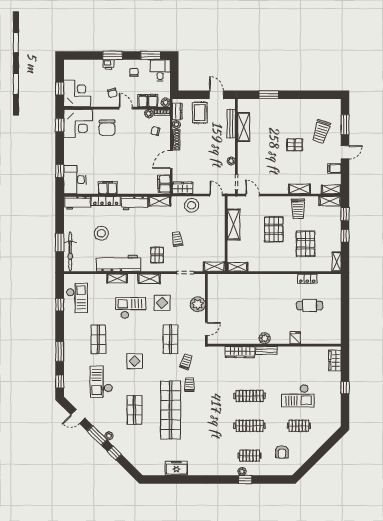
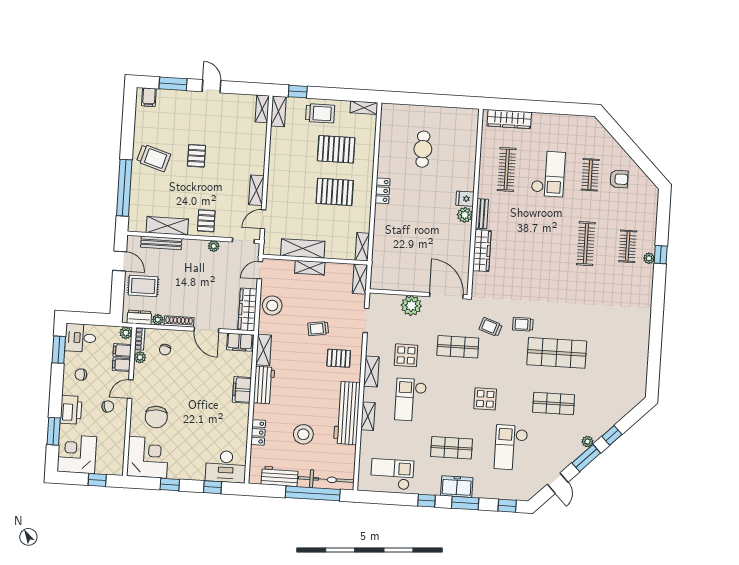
window: (112, 55) -> (54, 431), moved
printer: (108, 64) -> (71, 410), width x1.87, depth x1.48
corner desk: (77, 93) -> (77, 454), moved
door: (216, 95) -> (120, 261), swing flipped
window: (269, 95) -> (124, 188), width x2.11
window: (60, 125) -> (170, 484), moved
chair: (107, 128) -> (156, 417), turned 90
trolley: (321, 131) -> (154, 158), moved
pallet: (249, 155) -> (206, 221), added
filing cabinet: (334, 169) -> (149, 97), moved
filing cabinet: (108, 188) -> (242, 390), moved
wardrobe: (183, 188) -> (247, 310), width x1.50
shelving: (299, 189) -> (256, 190), moved
locker: (106, 201) -> (258, 432), width x0.66
workbench: (78, 203) -> (280, 476), moved, turned -90
trolley: (298, 209) -> (320, 113), moved
pallet: (274, 229) -> (335, 192), moved
shelving: (220, 230) -> (310, 268), added
window: (345, 236) -> (328, 93), removed
window: (60, 243) -> (313, 493), width x2.11
locker: (307, 279) -> (383, 191), moved
window: (60, 305) -> (426, 501), moved
door: (206, 329) -> (446, 296), width x1.88
fridge: (295, 338) -> (465, 199), moved
wardrobe: (335, 360) -> (509, 119), width x1.50
checkout: (101, 382) -> (511, 448), turned 90
window: (345, 388) -> (541, 107), removed
clothes rail: (250, 396) -> (507, 169), moved
shop shelf: (171, 410) -> (557, 353), width x0.71
armchair: (282, 452) -> (619, 179), moved
freezer: (176, 468) -> (457, 487), moved, turned 90

